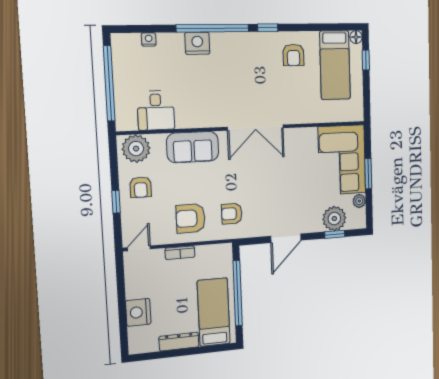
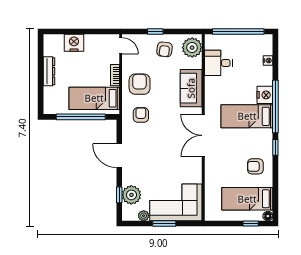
bed: (228, 68) -> (247, 116), added
armchair: (141, 187) -> (165, 49), turned -83
bed: (214, 312) -> (94, 98), moved, turned 180

